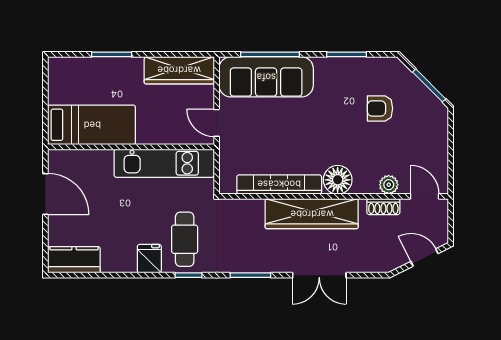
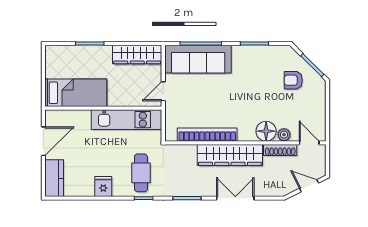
armchair: (380, 108) -> (293, 80), moved
door: (217, 123) -> (163, 91), hinge flipped
floor lamp: (338, 180) -> (266, 131), moved
door: (45, 194) -> (43, 141), hinge flipped
shoe rack: (383, 207) -> (280, 150), width x1.43
fridge: (149, 259) -> (103, 186), moved
kitchen counter: (74, 260) -> (54, 178), moved, turned 90
double door: (319, 275) -> (235, 198), swing flipped

